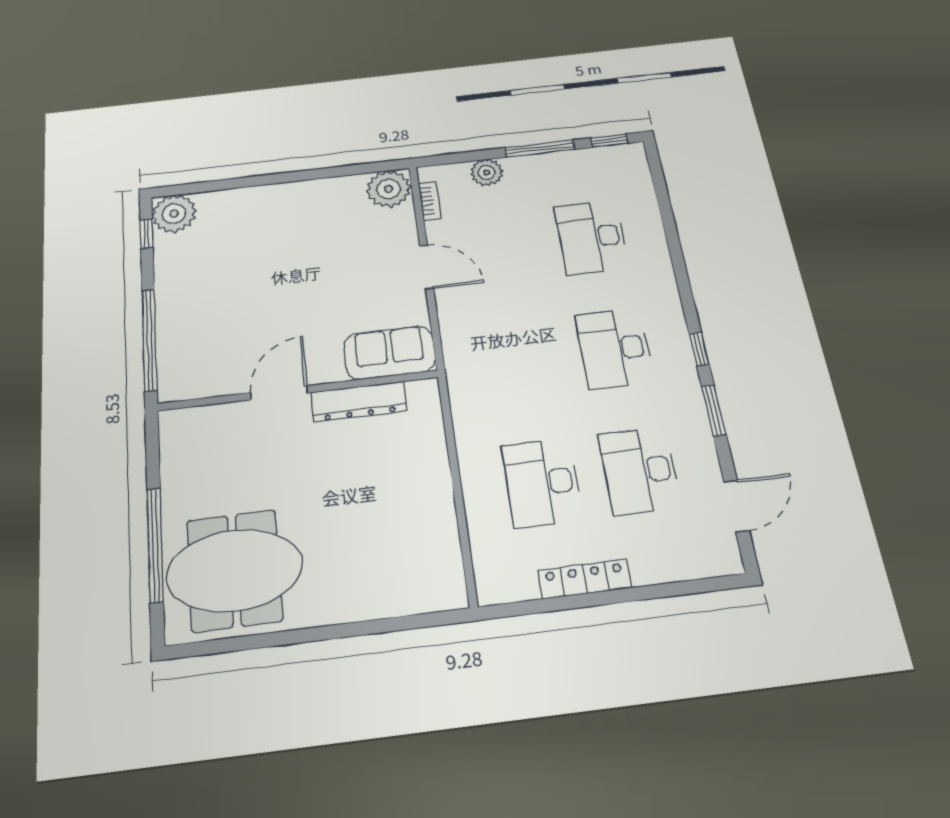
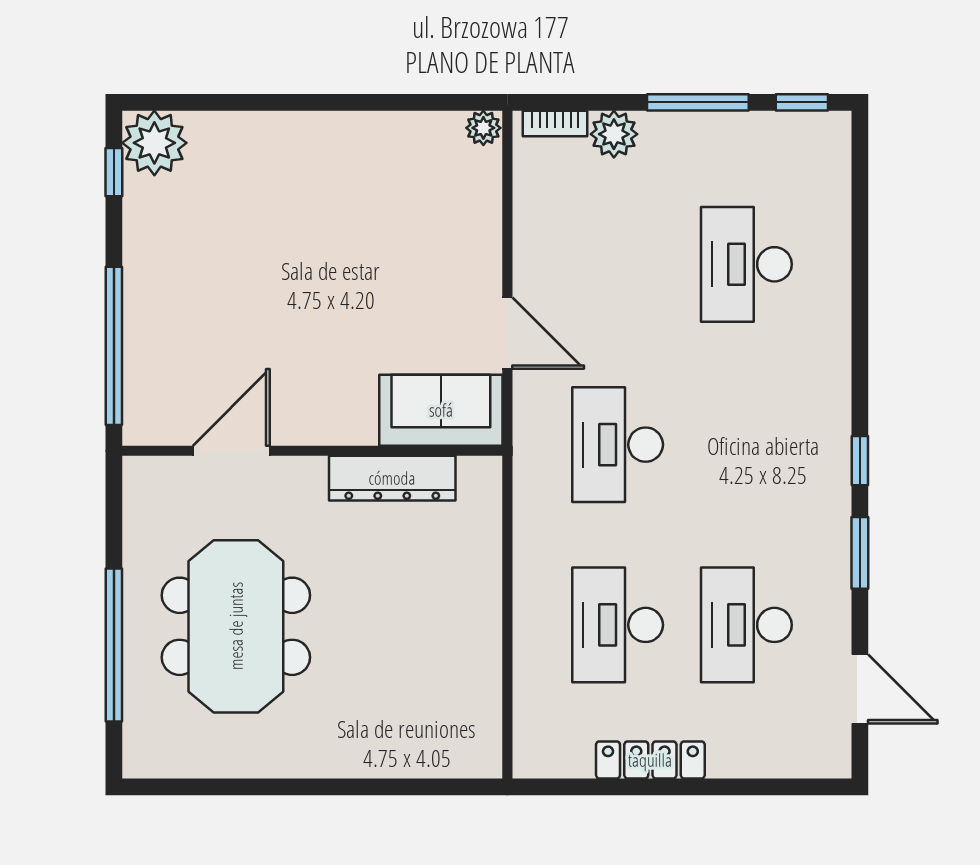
plant: (389, 189) -> (483, 128), width x0.53, depth x0.53
bookcase: (430, 201) -> (555, 123), moved, turned 90
door: (426, 267) -> (507, 333), moved
desk: (614, 349) -> (618, 445), moved
door: (279, 393) -> (231, 451), moved
door: (737, 506) -> (860, 689), hinge flipped
meeting table: (234, 570) -> (236, 626), moved, turned 90

